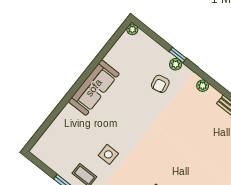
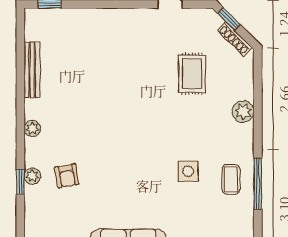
armchair: (160, 84) -> (67, 176), turned 92

